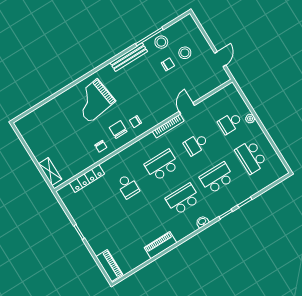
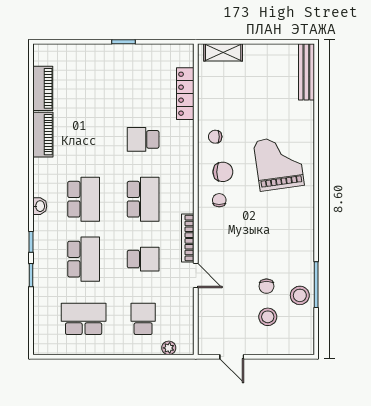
bench: (129, 57) -> (306, 72), moved
plant: (250, 119) -> (169, 348), moved
school desk: (196, 144) -> (143, 259), turned 90
piano: (109, 266) -> (43, 88), moved, turned -90

